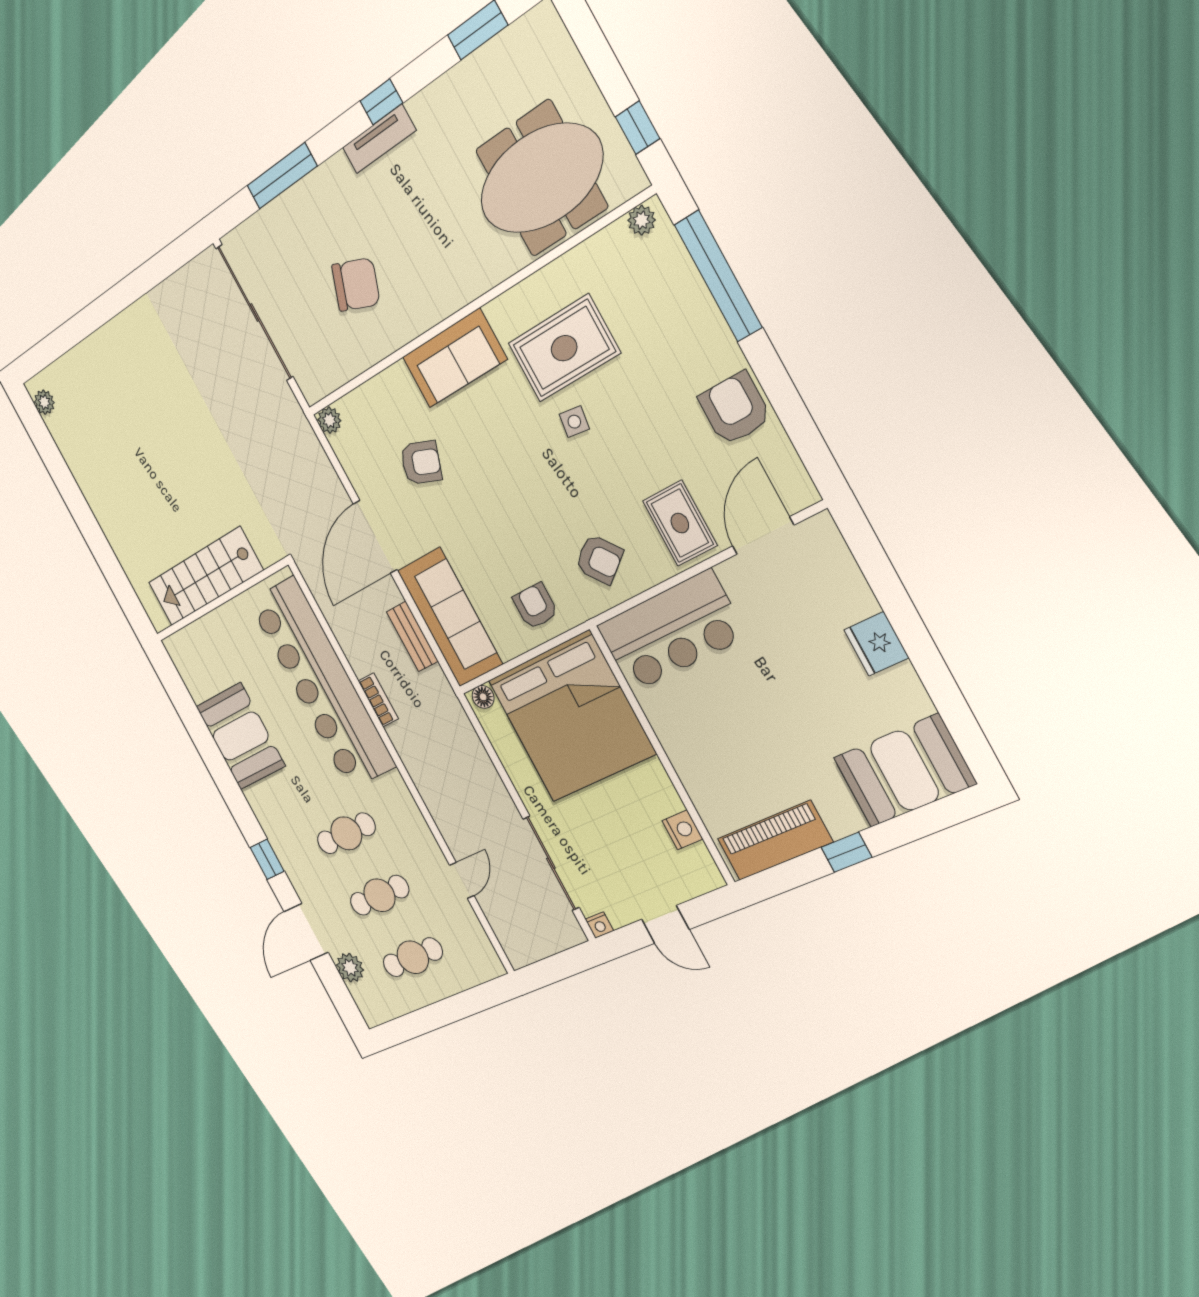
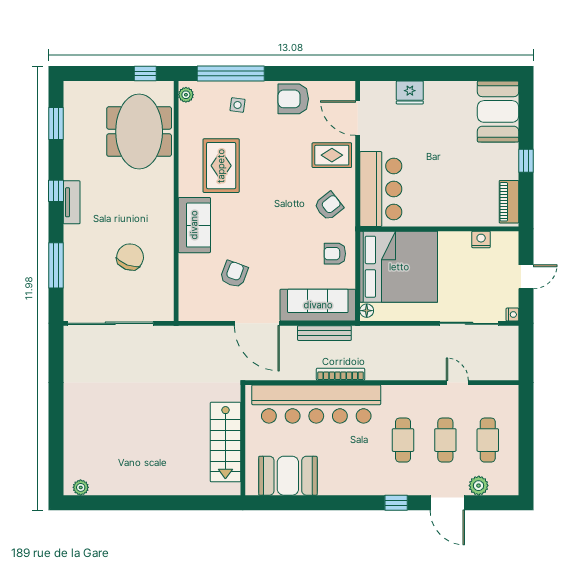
plant: (329, 420) -> (186, 313), removed
side table: (574, 422) -> (238, 105), moved
bench: (412, 636) -> (324, 333), width x1.36
fridge: (876, 644) -> (410, 92), moved
bookcase: (378, 700) -> (341, 374), width x1.56
booth: (241, 736) -> (288, 476), moved
piano: (775, 840) -> (509, 202), width x0.73, depth x0.75

